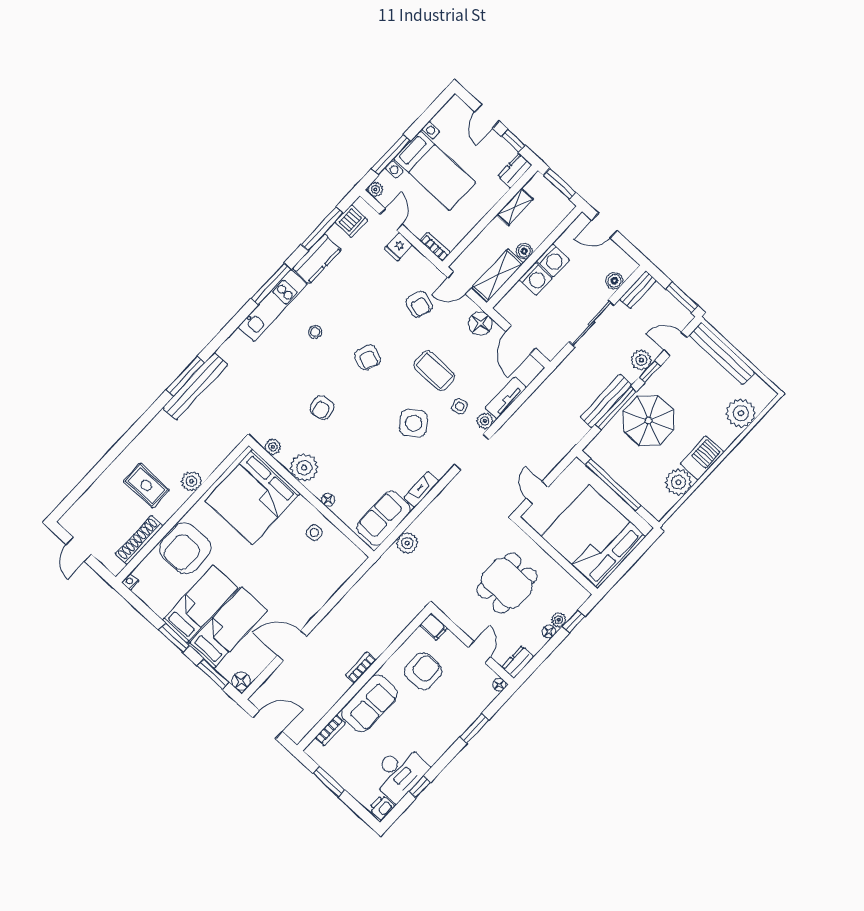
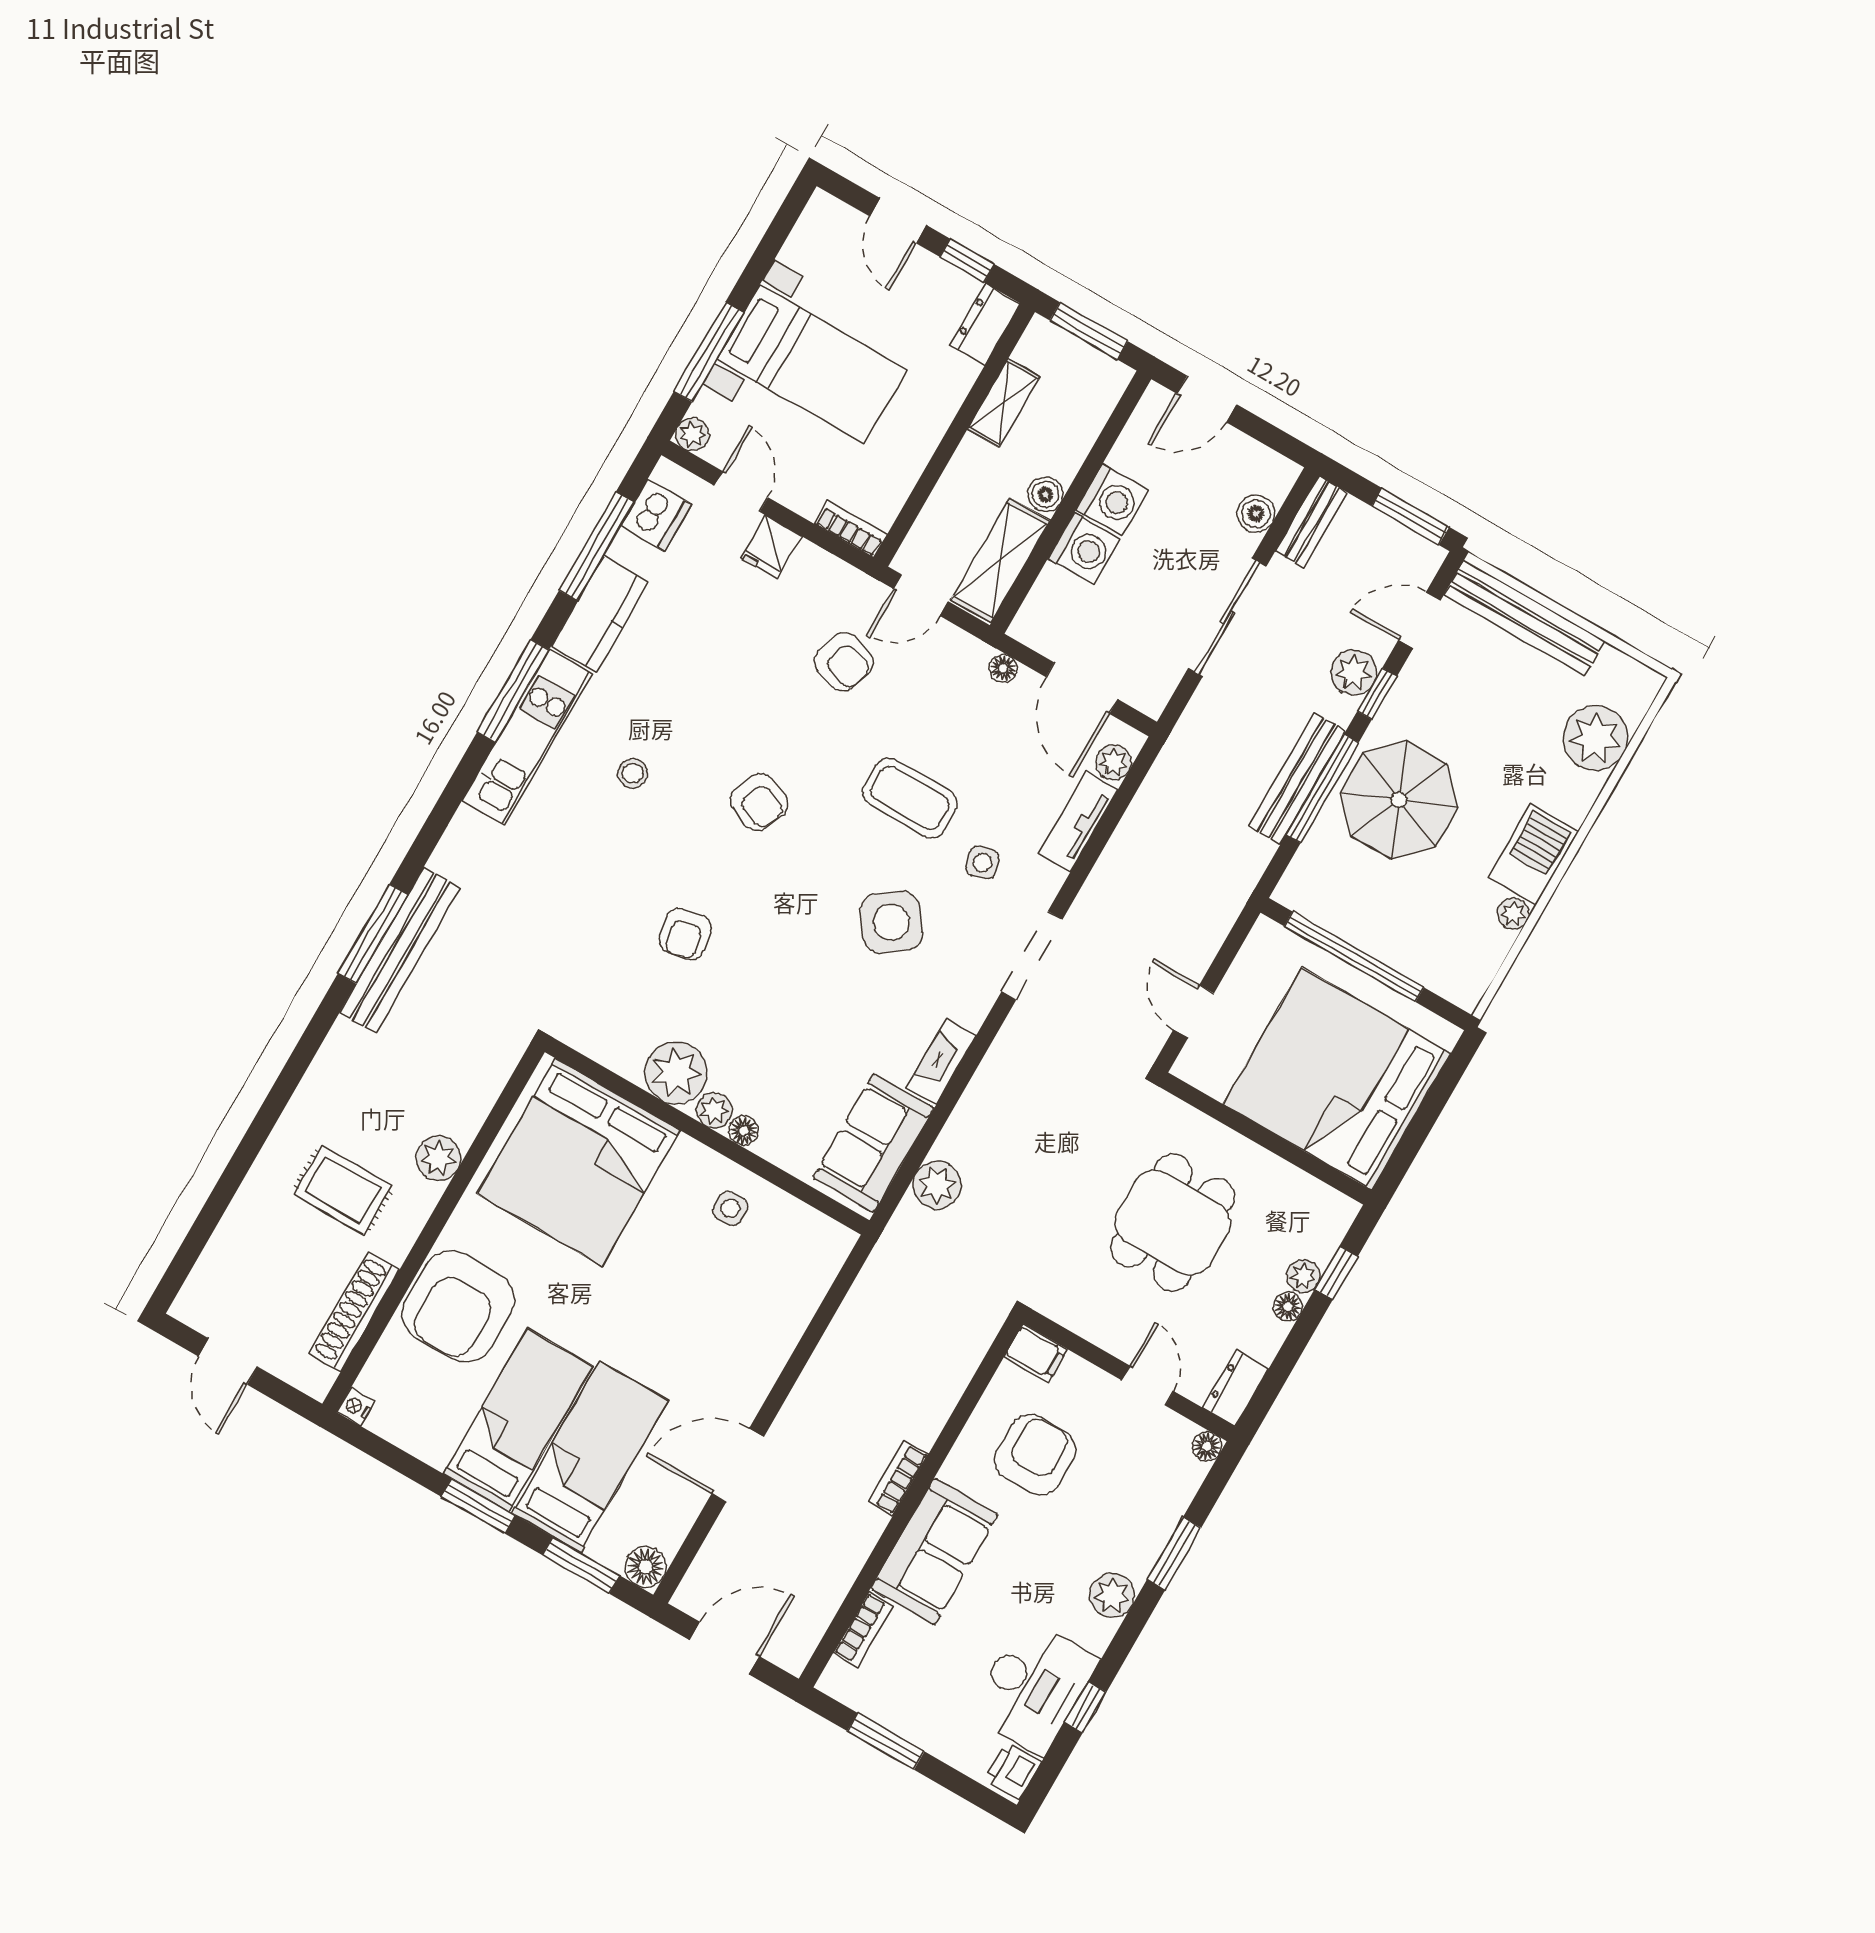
floor lamp: (480, 323) -> (1003, 668), width x0.53, depth x0.53
plant: (485, 421) -> (1114, 762), moved
plant: (273, 447) -> (714, 1110), moved
plant: (678, 482) -> (1513, 914), width x0.53, depth x0.53
plant: (443, 741) -> (1112, 1595), added

